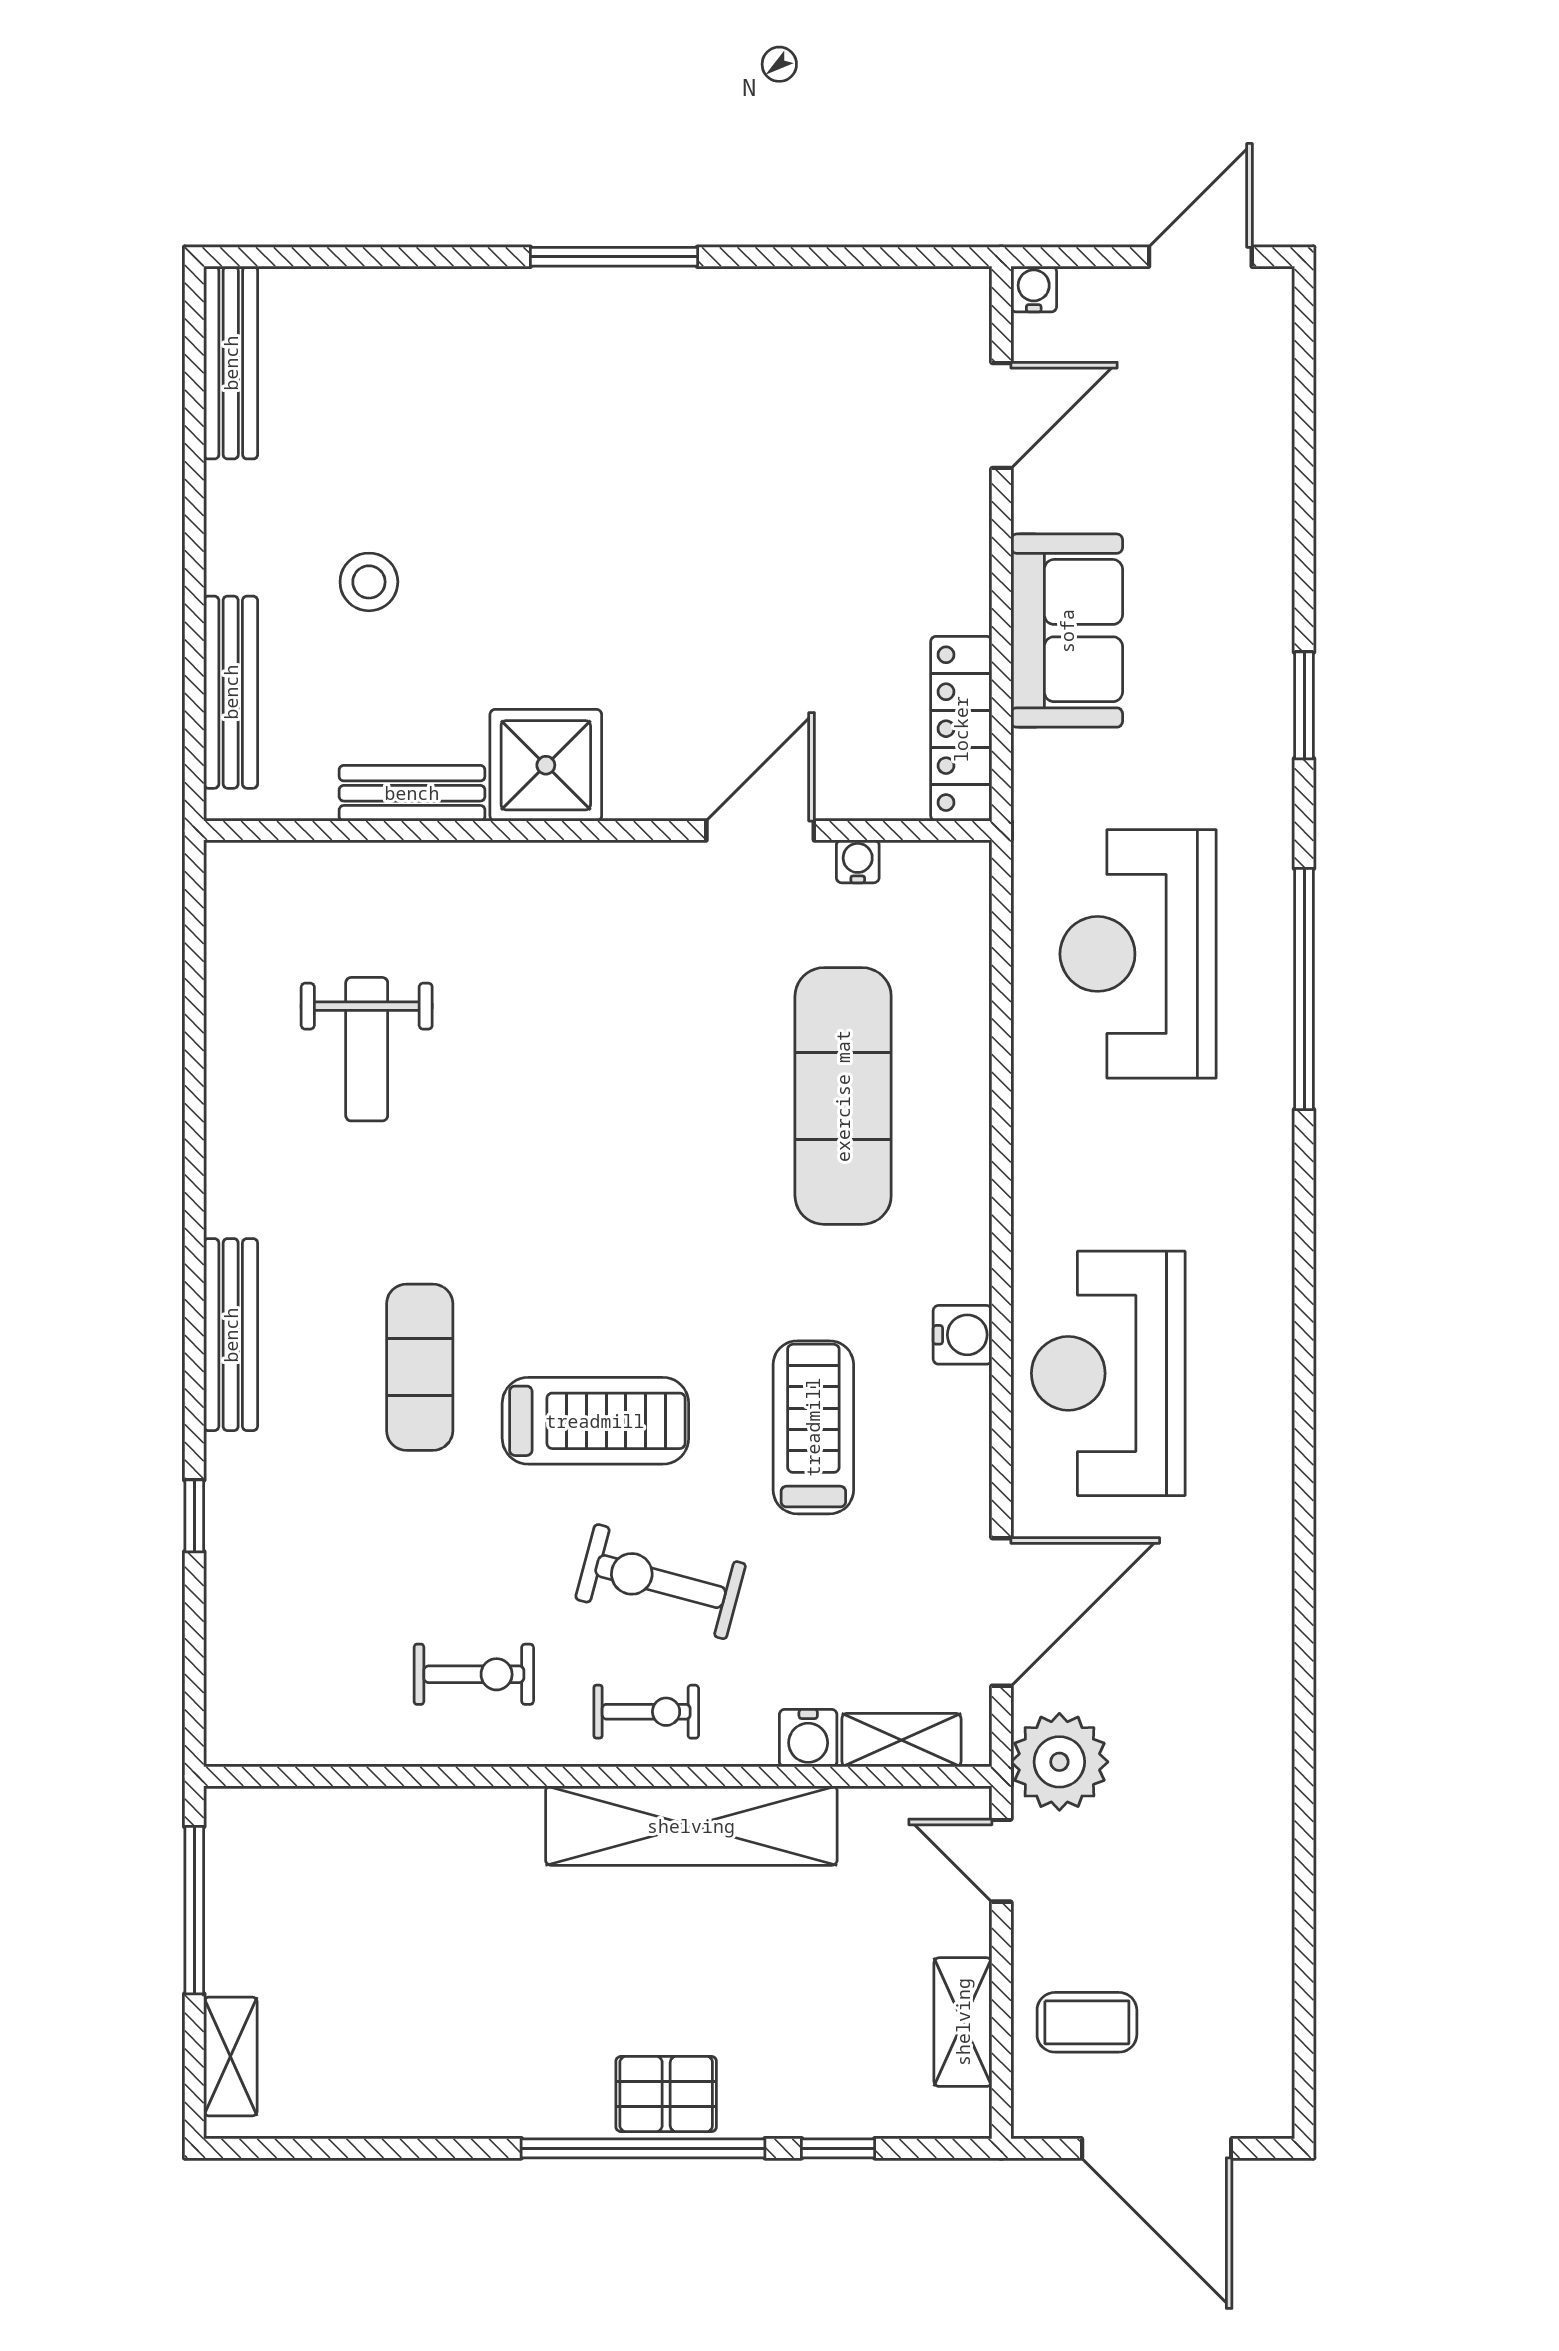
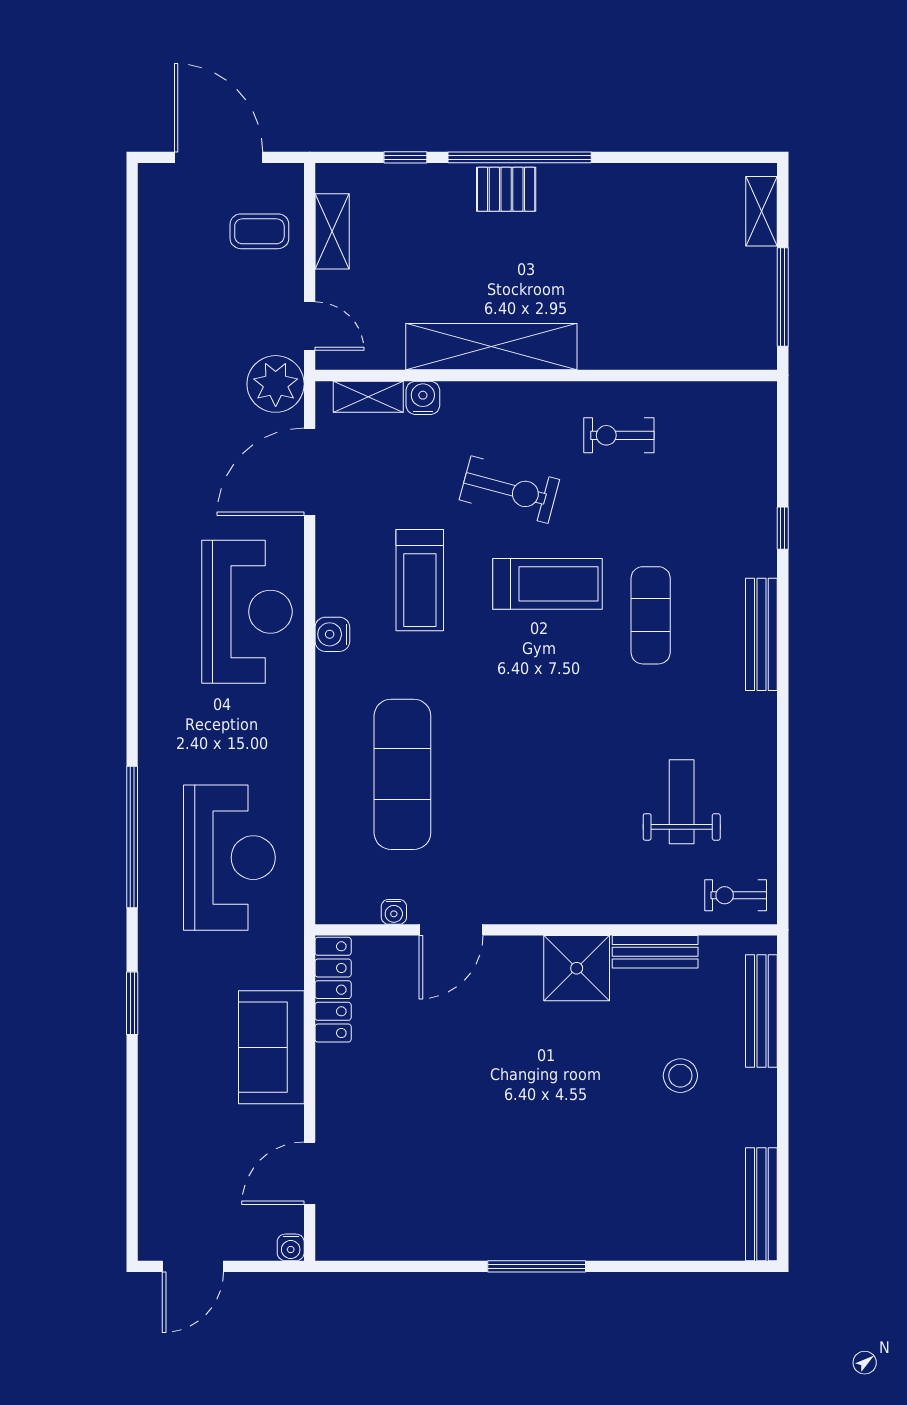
treadmill: (595, 1421) -> (548, 584), turned 180
exercise bike: (646, 1712) -> (736, 895), moved

